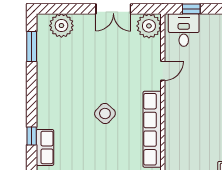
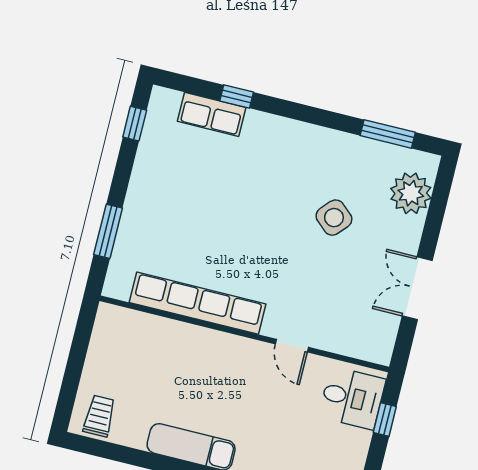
plant: (149, 26) -> (374, 341), removed
side table: (105, 113) -> (334, 218), moved

